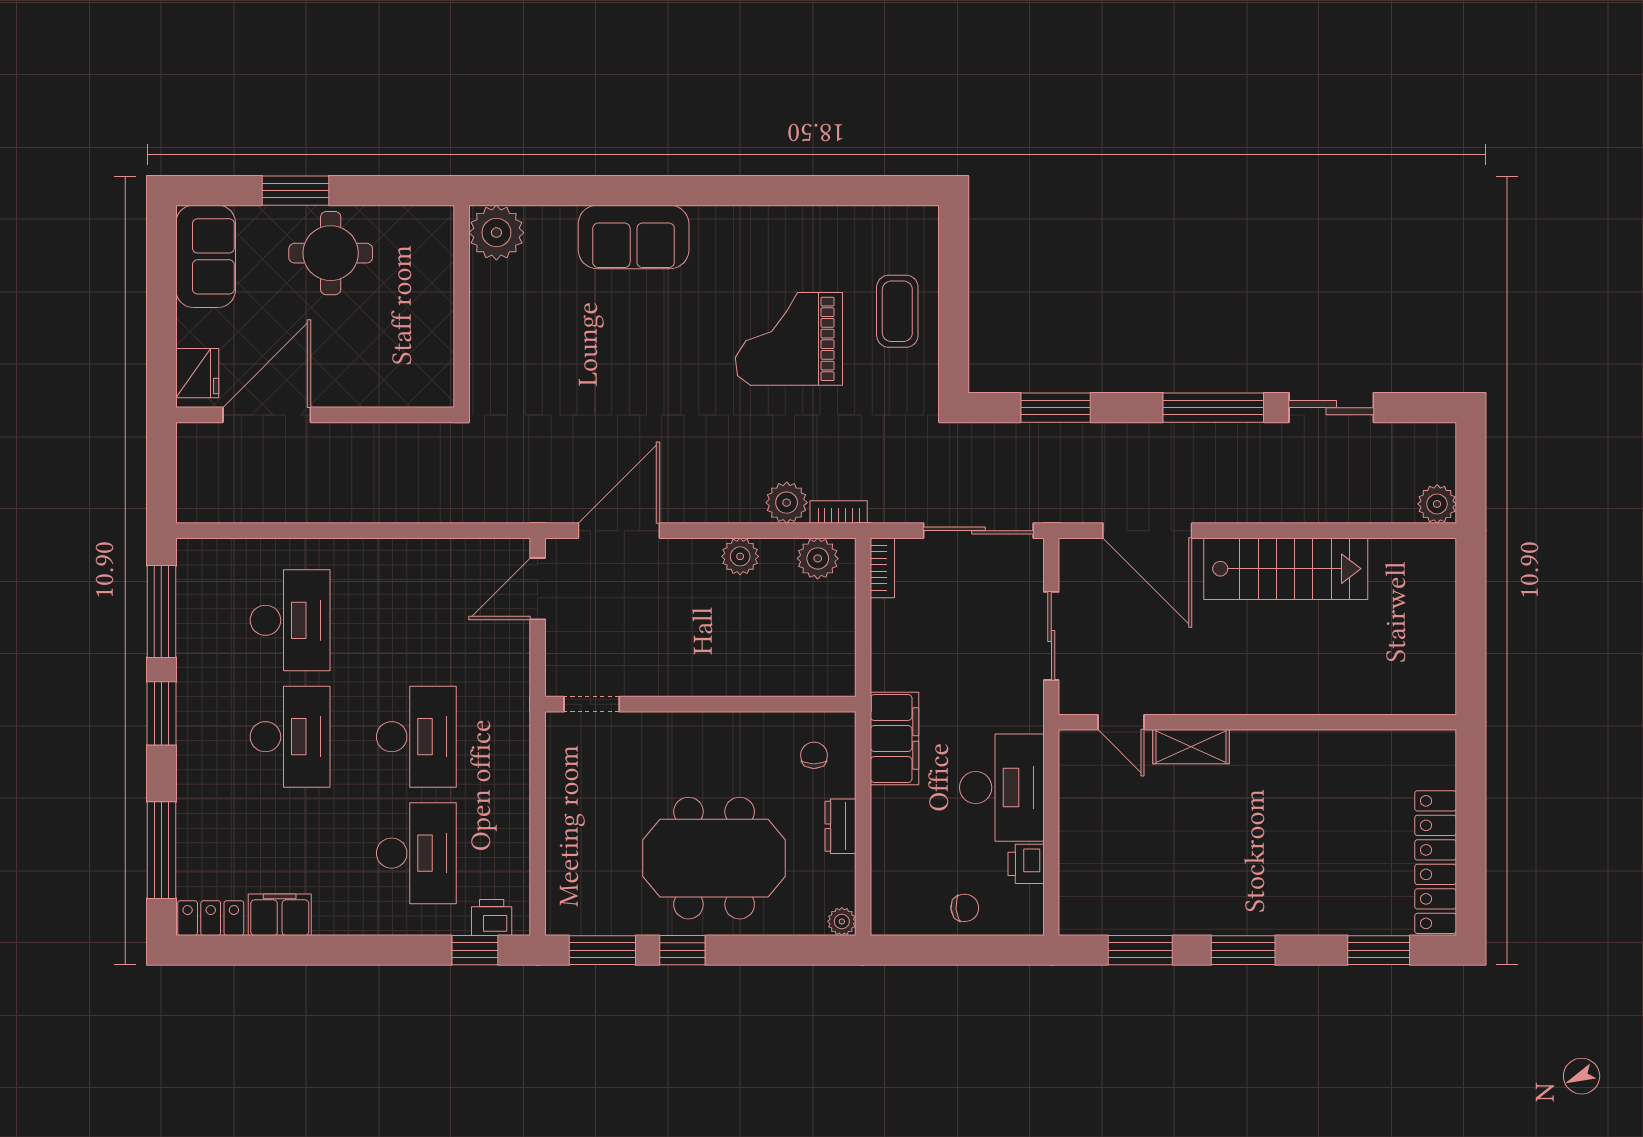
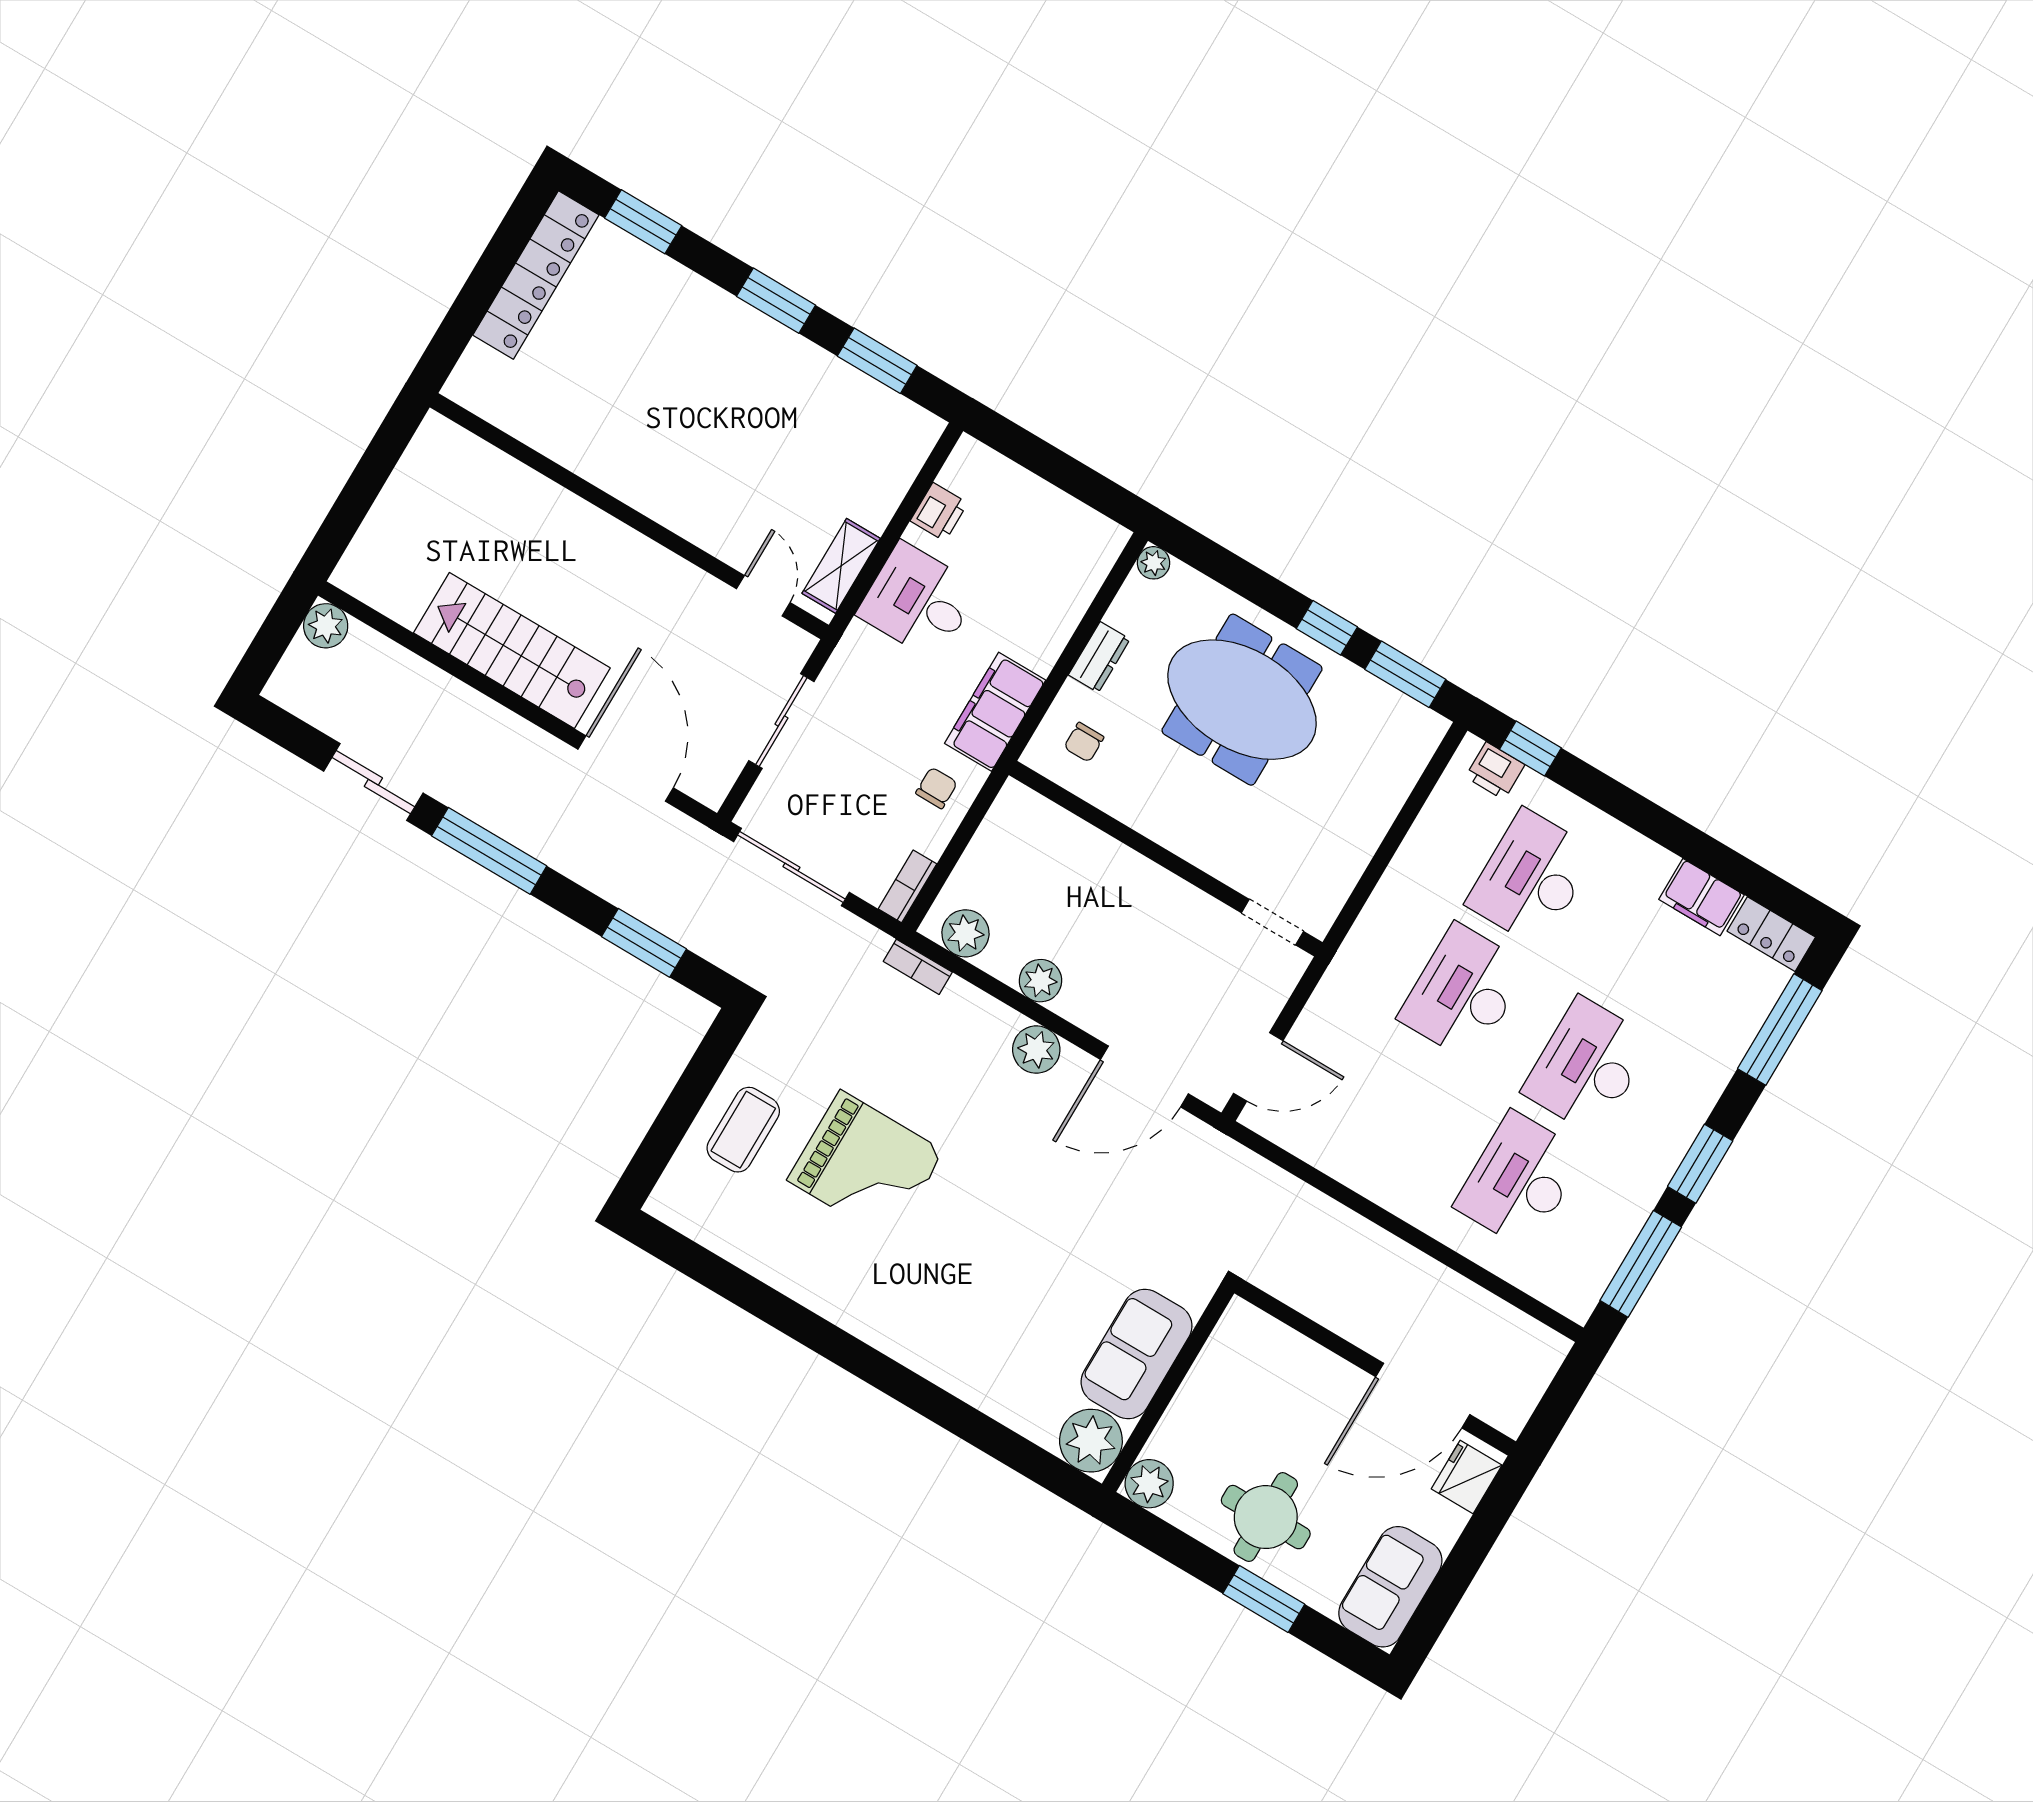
plant: (433, 226) -> (1149, 1484), added
sofa: (634, 237) -> (1137, 1354), moved, turned -90
plant: (787, 503) -> (1036, 1050), moved
shelving: (1191, 747) -> (841, 566), moved, turned 90
desk: (1002, 788) -> (918, 601), width x0.73
chair: (965, 908) -> (937, 788), moved, turned 95

